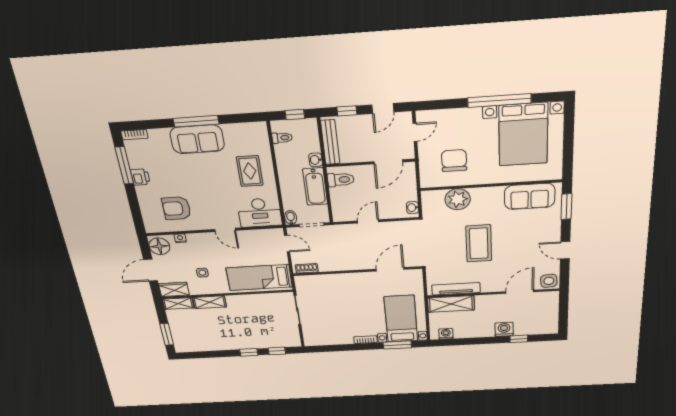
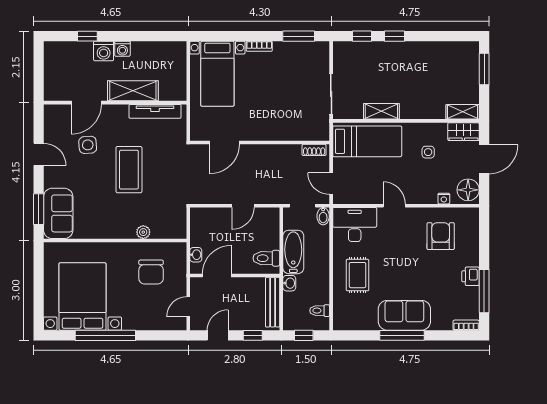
sofa: (530, 196) -> (58, 213), moved, turned 90
plant: (458, 199) -> (143, 232), width x0.53, depth x0.53
armchair: (176, 208) -> (441, 236), turned -90
washbasin: (412, 208) -> (196, 255), moved
side table: (549, 281) -> (88, 145), moved
shelving: (210, 302) -> (381, 111), moved
shelving: (451, 304) -> (133, 91), moved
washing machine: (446, 334) -> (122, 49), moved
window: (397, 345) -> (299, 36), moved

